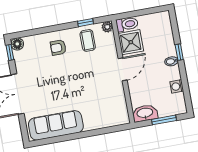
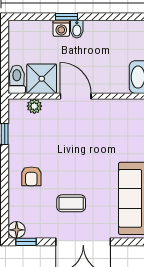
plant: (107, 27) -> (34, 106), moved
coffee table: (88, 40) -> (71, 203), moved
washing machine: (177, 86) -> (61, 28), moved

